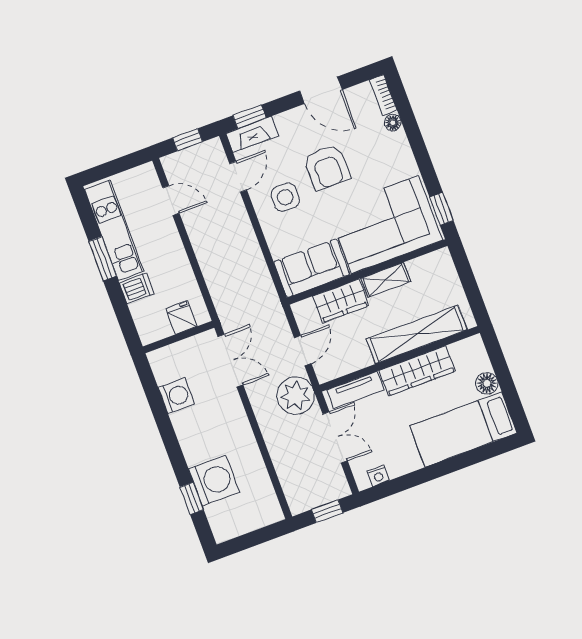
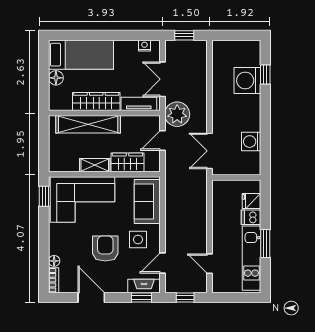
sofa: (312, 268) -> (147, 201), moved, turned 90
fridge: (181, 317) -> (251, 201), moved, turned 90

